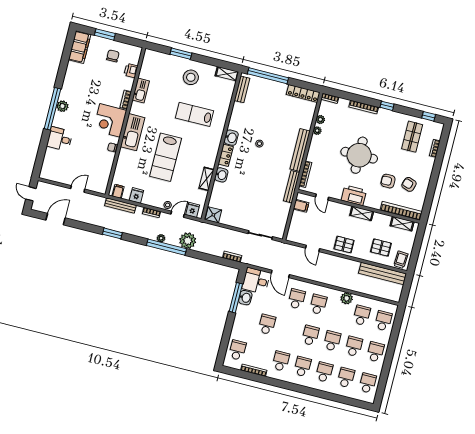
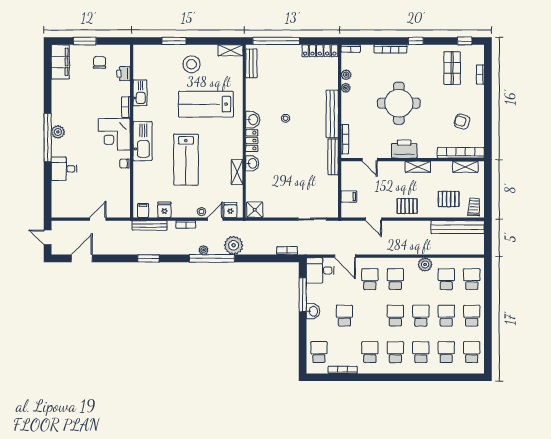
lab bench: (195, 114) -> (206, 104), width x1.36, depth x1.39
armchair: (388, 181) -> (438, 124), removed
filing cabinet: (301, 206) -> (349, 197), moved
washbasin: (245, 298) -> (313, 311), moved

